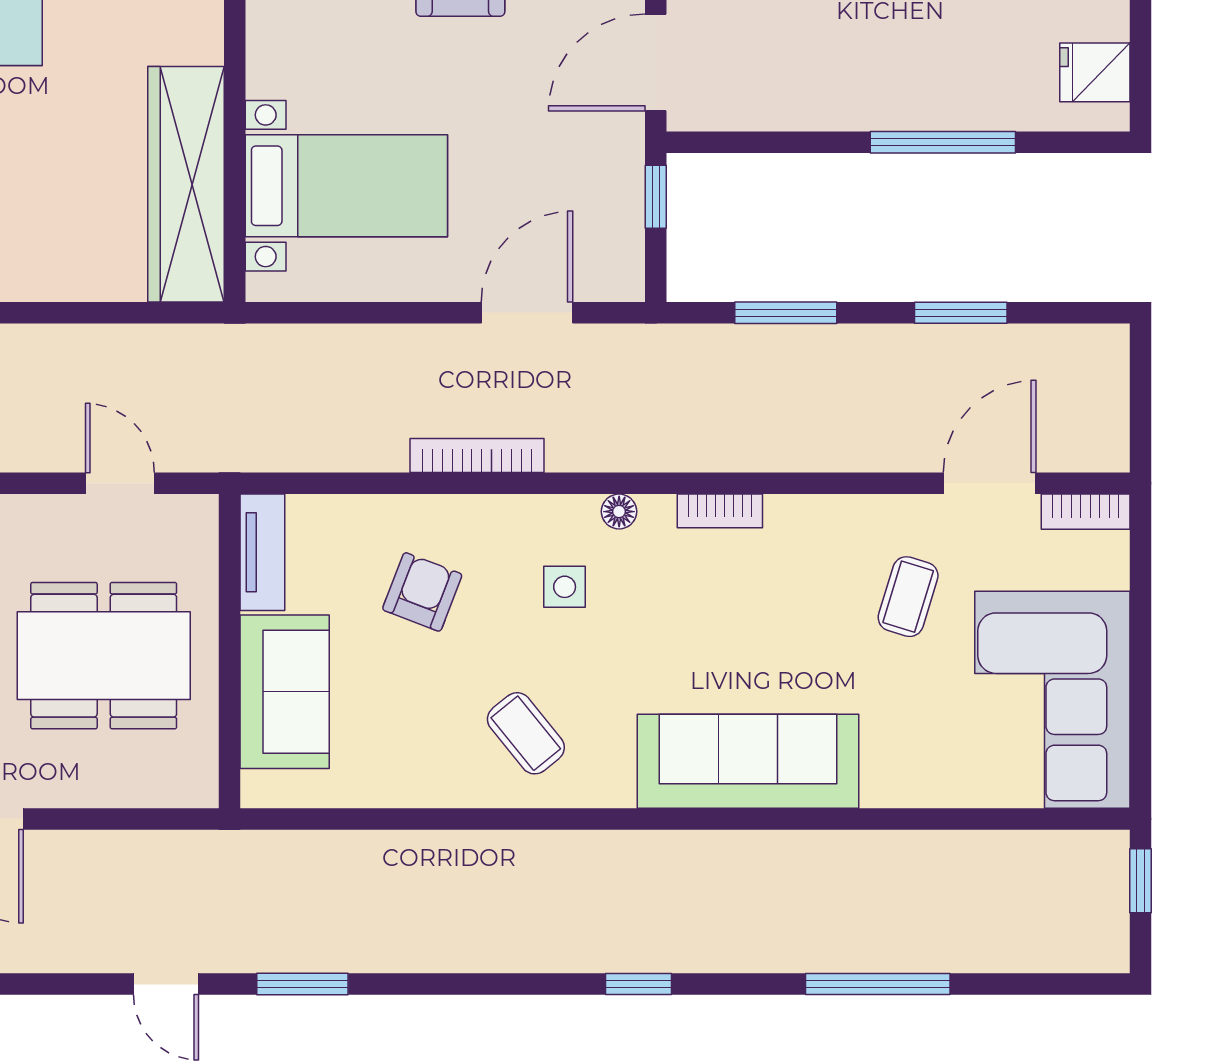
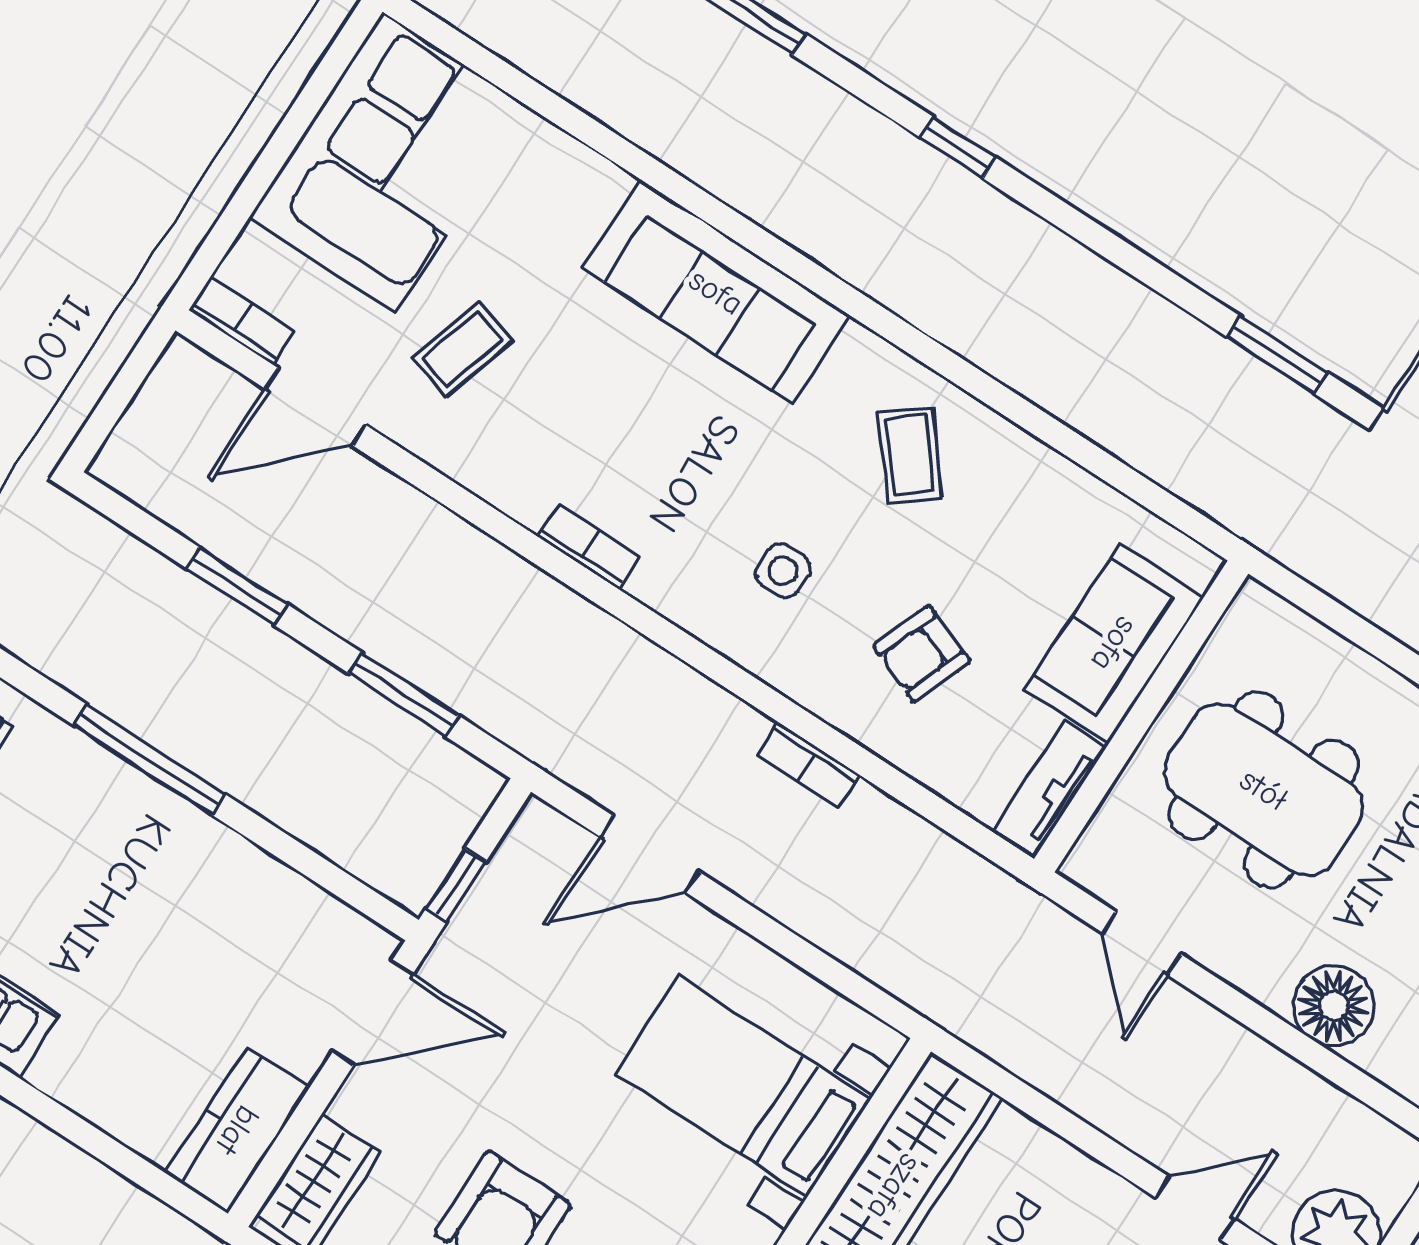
bookcase: (477, 456) -> (808, 764), width x0.64
floor lamp: (619, 512) -> (685, 609), removed

